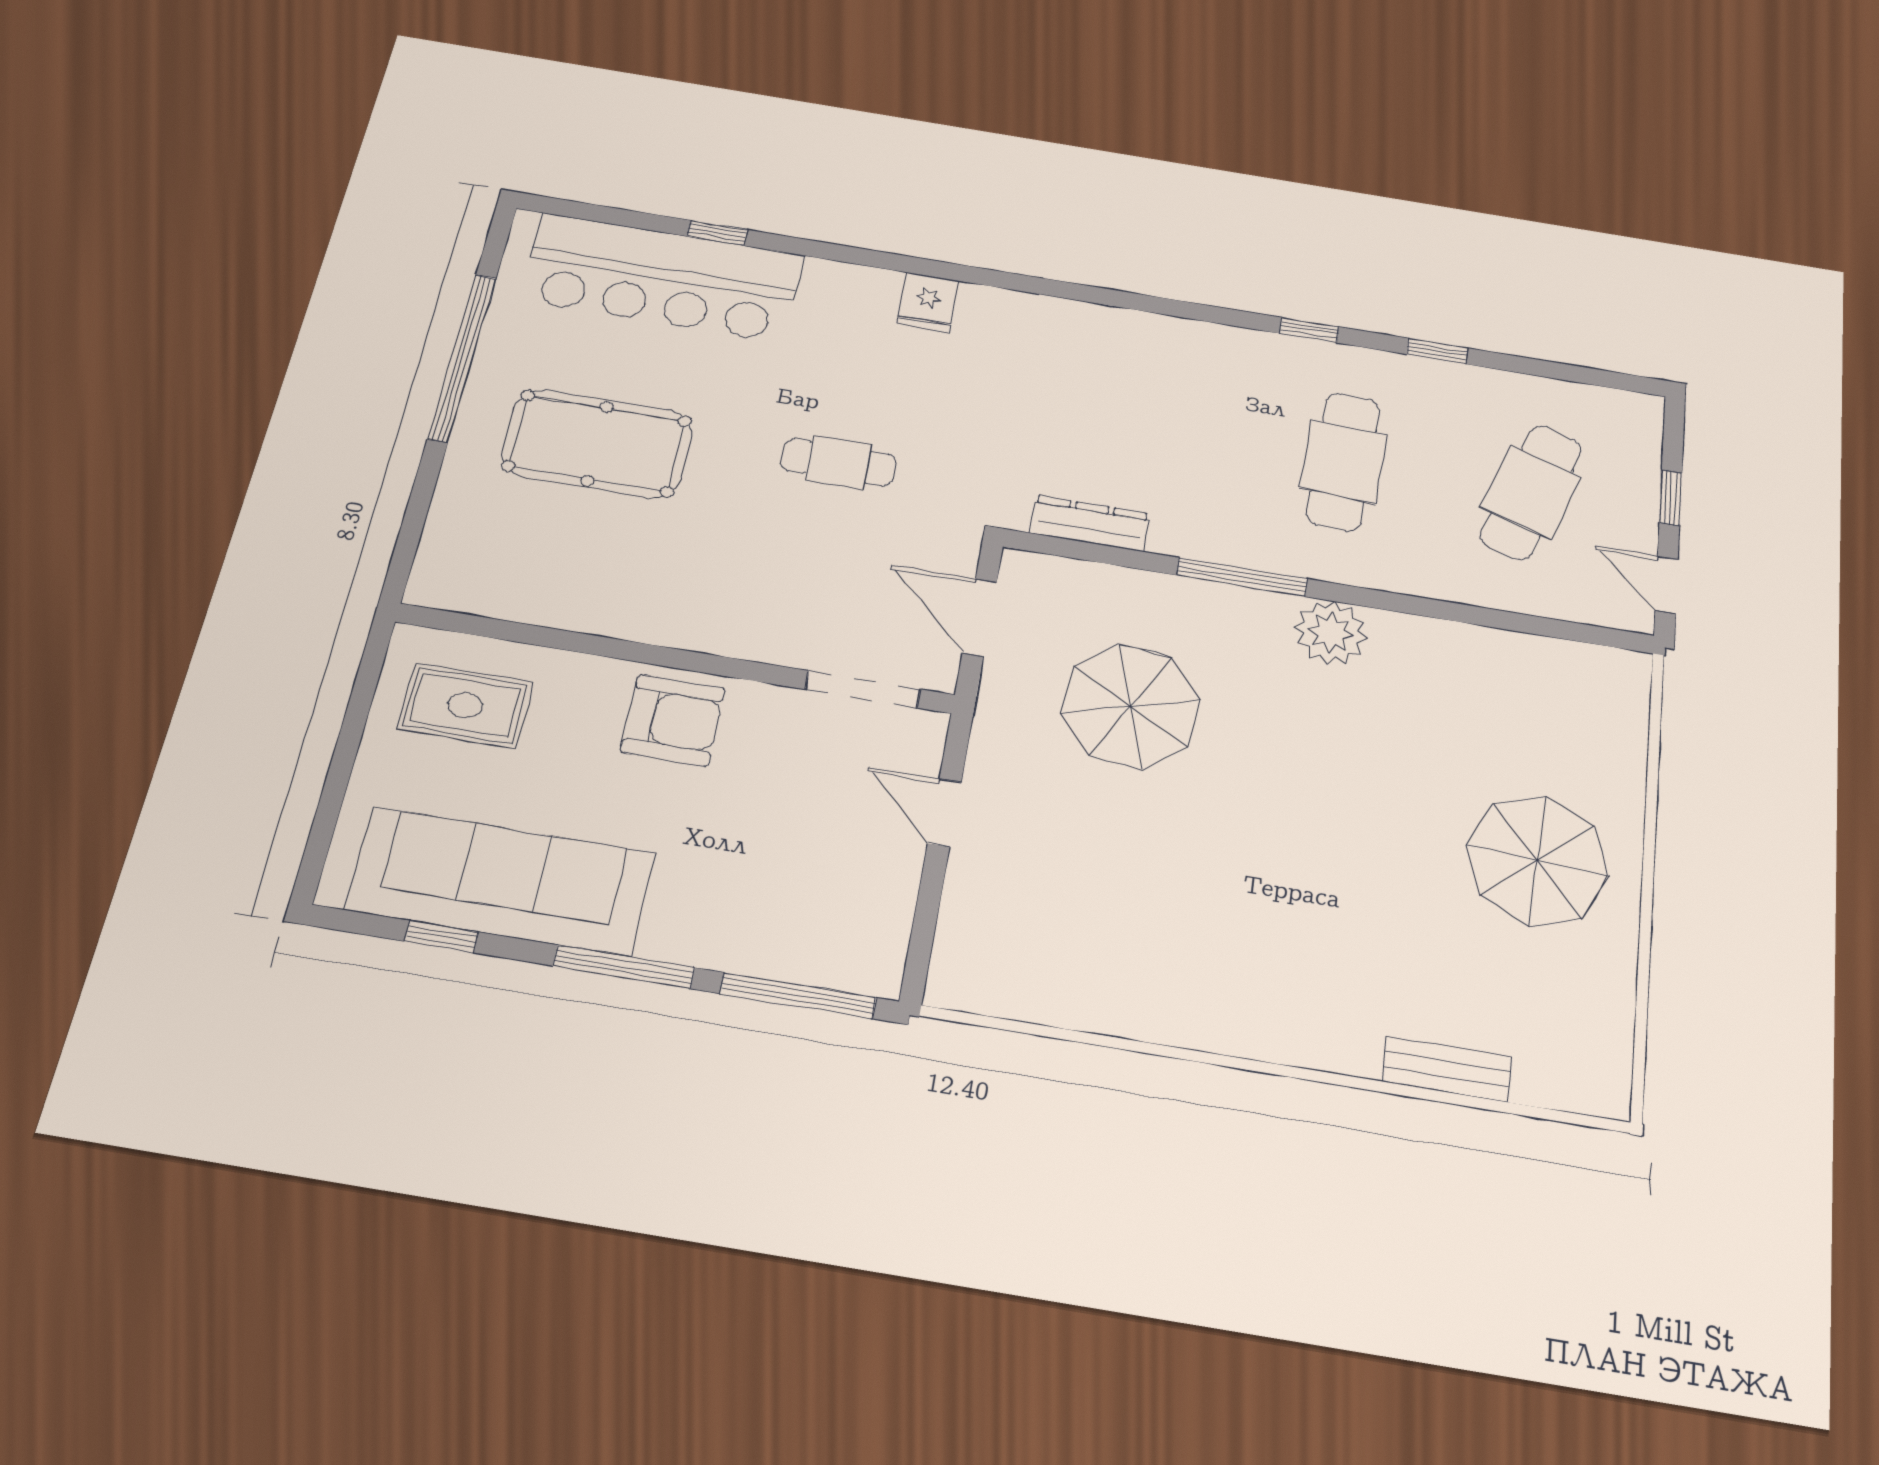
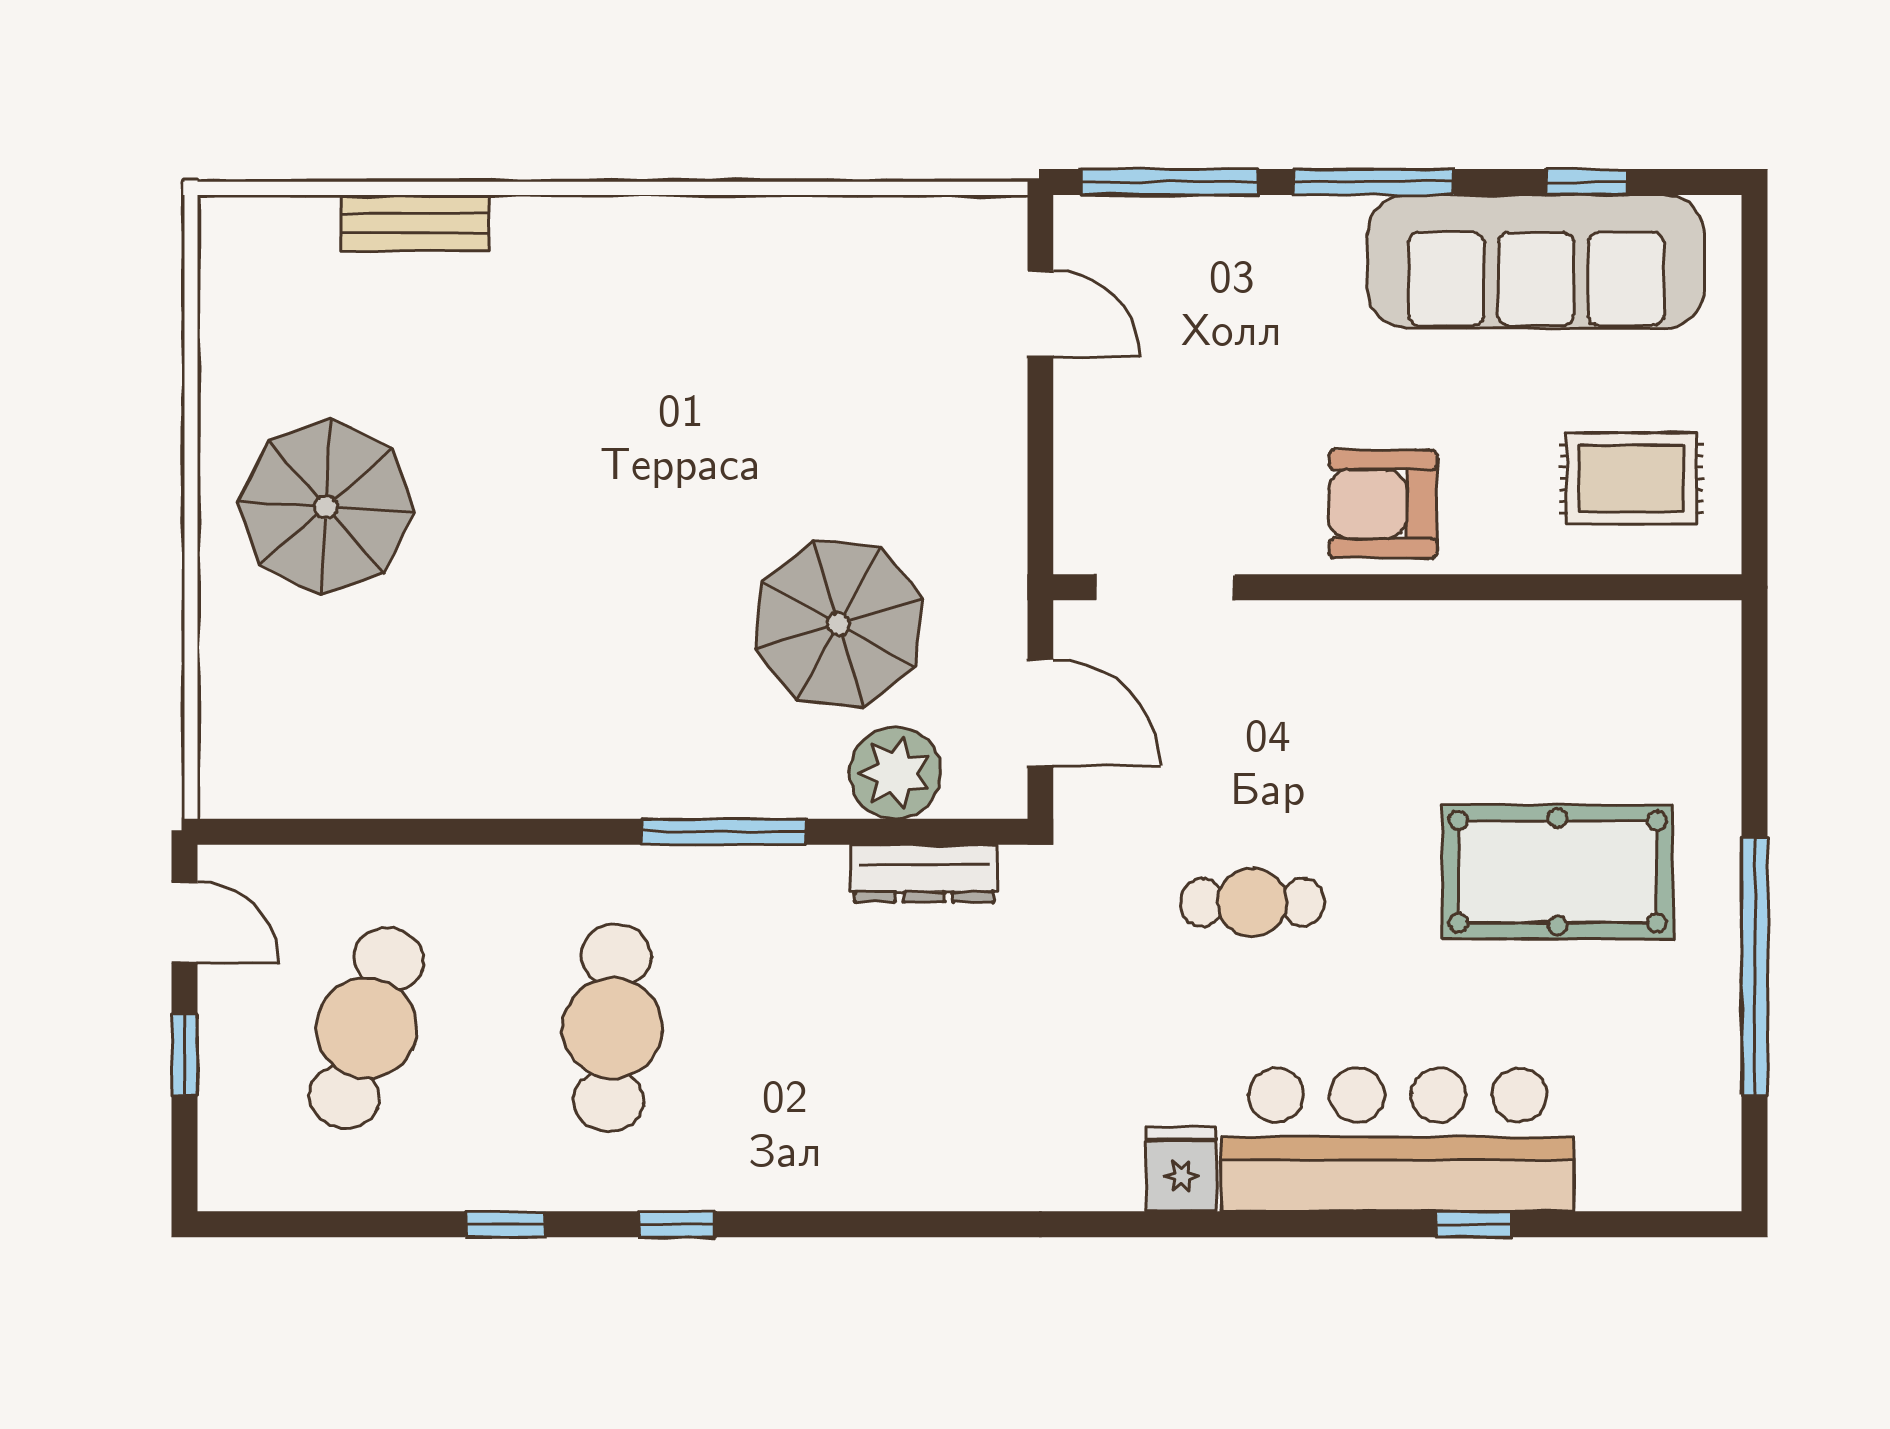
bar counter: (662, 277) -> (1398, 1140), moved
plant: (1331, 633) -> (895, 773), moved
door: (944, 813) -> (1040, 314), moved

